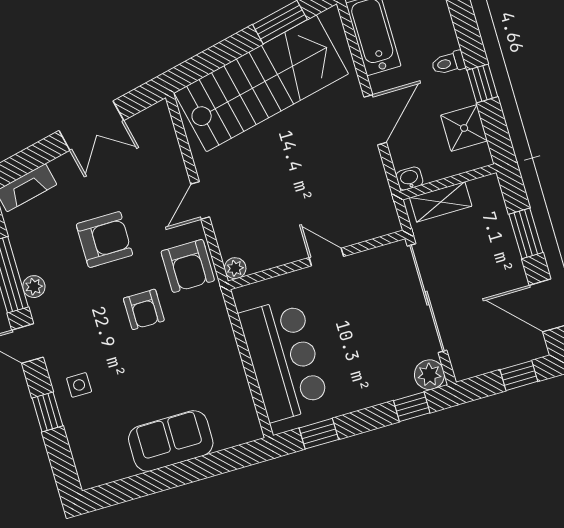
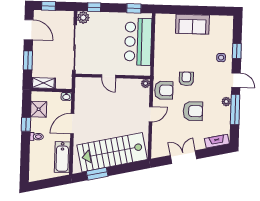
shelving: (441, 202) -> (43, 83), moved
armchair: (104, 240) -> (193, 111), turned 180
armchair: (188, 266) -> (164, 90), turned 90

